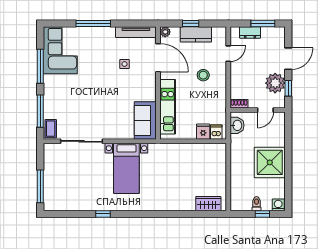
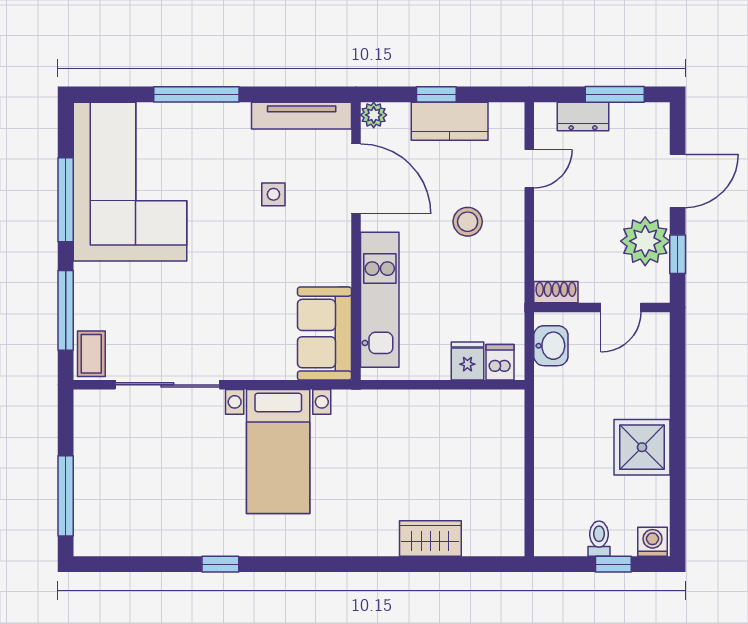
corner sofa: (60, 50) -> (130, 182), width x1.36, depth x1.36
shower: (270, 162) -> (642, 447), width x0.73, depth x0.73
wardrobe: (208, 204) -> (430, 538), moved

